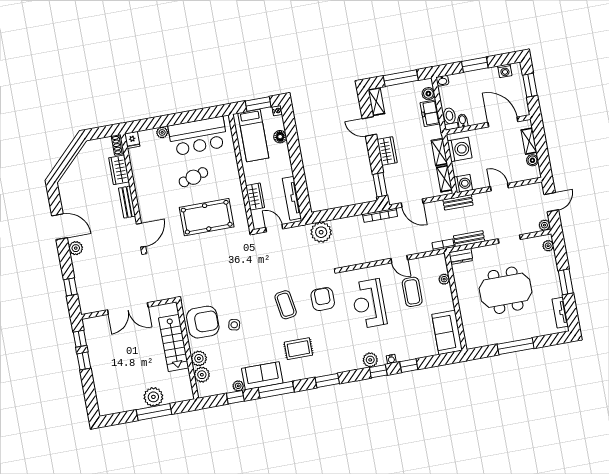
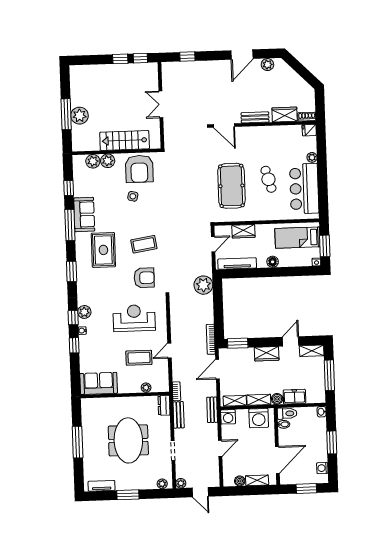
boiler: (428, 94) -> (277, 399), moved
floor lamp: (280, 137) -> (273, 262), moved
plant: (76, 248) -> (267, 65), moved
double door: (128, 308) -> (161, 104), width x0.73
rug: (298, 349) -> (103, 250), width x1.36, depth x1.43
plant: (238, 386) -> (78, 192), removed

